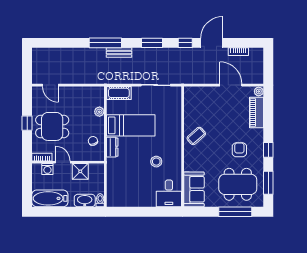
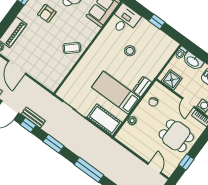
bench: (119, 52) -> (33, 118), moved
cot: (119, 93) -> (105, 120), width x1.37, depth x1.34
window: (27, 123) -> (186, 162), moved
stool: (156, 162) -> (130, 51), moved
shower: (80, 171) -> (172, 80), moved
window: (140, 212) -> (157, 22), added

